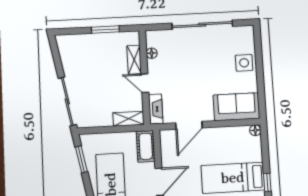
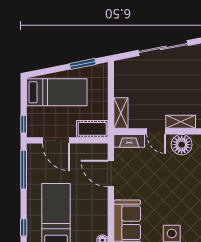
floor lamp: (152, 53) -> (182, 145), width x1.89, depth x1.89
door: (145, 83) -> (156, 131), swing flipped
sliding door: (67, 101) -> (163, 48), moved

